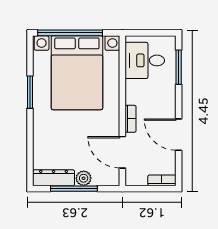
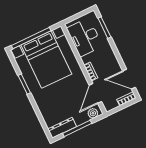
desk: (145, 60) -> (85, 37), width x1.37
door: (179, 135) -> (129, 79), moved
door: (122, 152) -> (95, 93), hinge flipped
plant: (84, 178) -> (93, 113), moved

